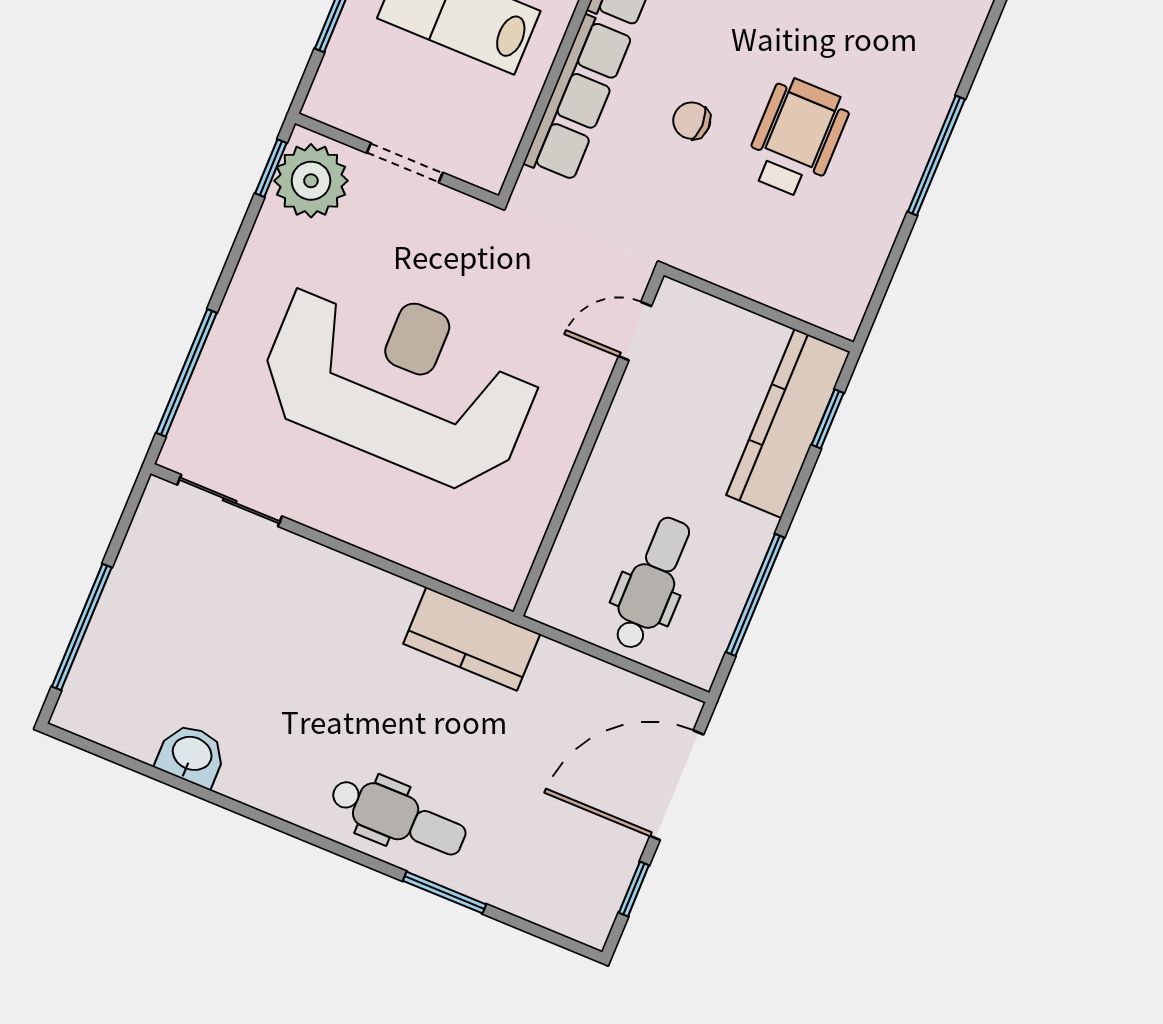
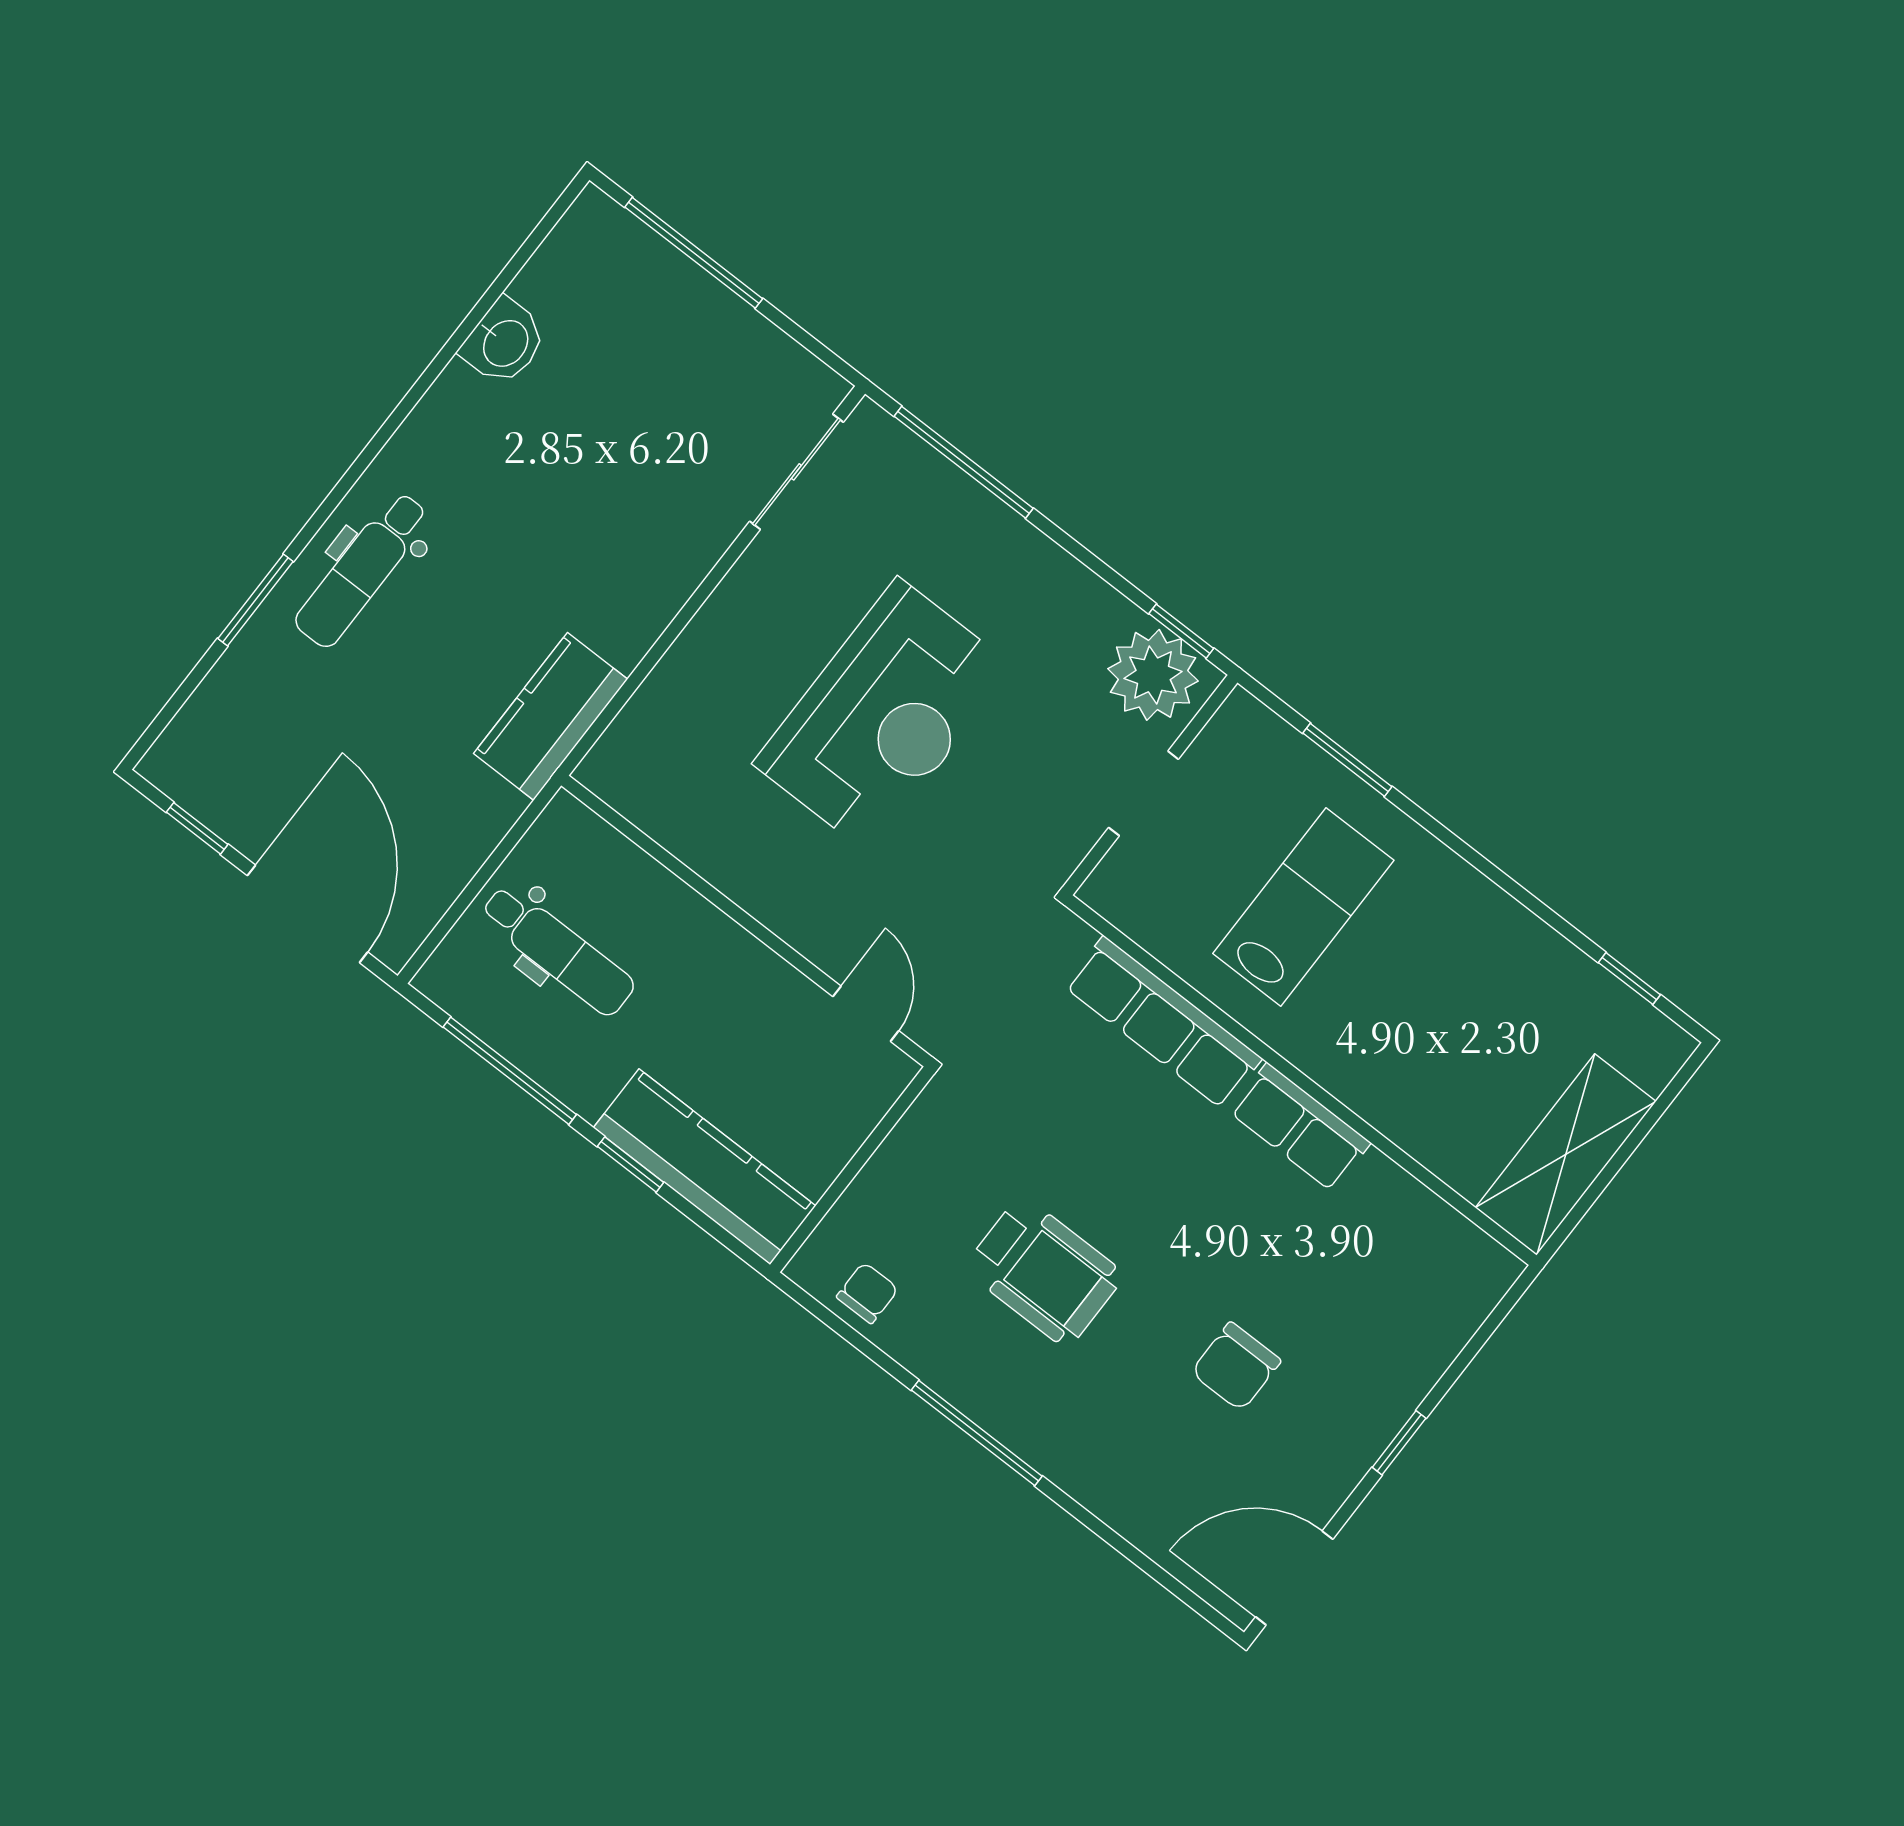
chair: (692, 121) -> (867, 1293), moved
reception desk: (400, 381) -> (883, 715), width x0.74, depth x0.77
window: (828, 419) -> (631, 1164), moved

